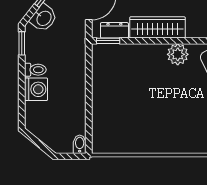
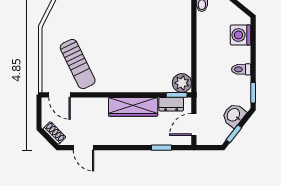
plant: (178, 54) -> (182, 83), moved
washing machine: (36, 89) -> (240, 35), moved

